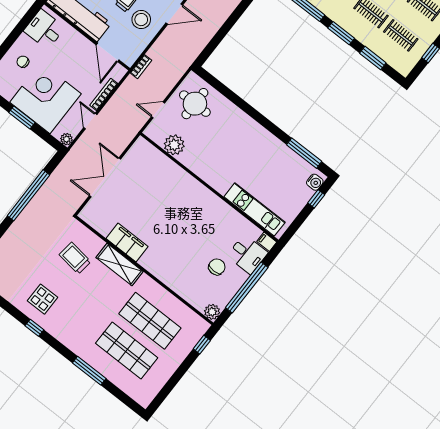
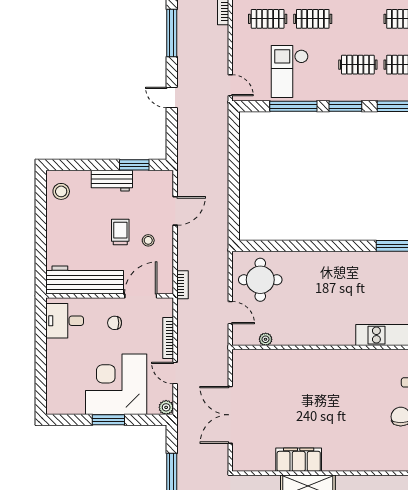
stool: (141, 20) -> (148, 240), width x0.53, depth x0.53
door: (108, 52) -> (141, 296), swing flipped
chair: (23, 62) -> (115, 323), moved
door: (158, 110) -> (230, 313), swing flipped
plant: (174, 145) -> (266, 339), width x0.53, depth x0.53

